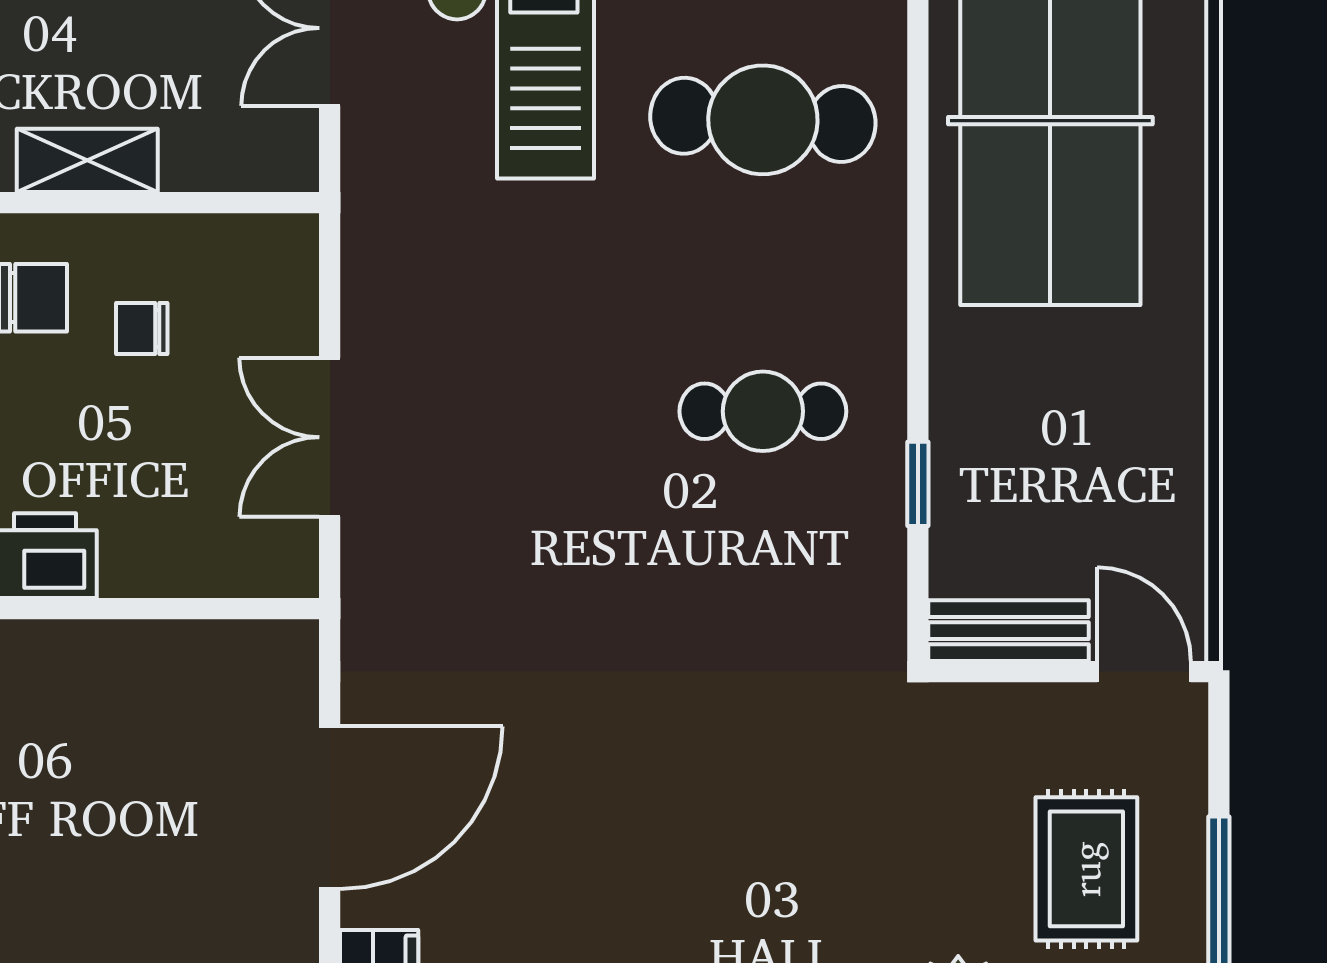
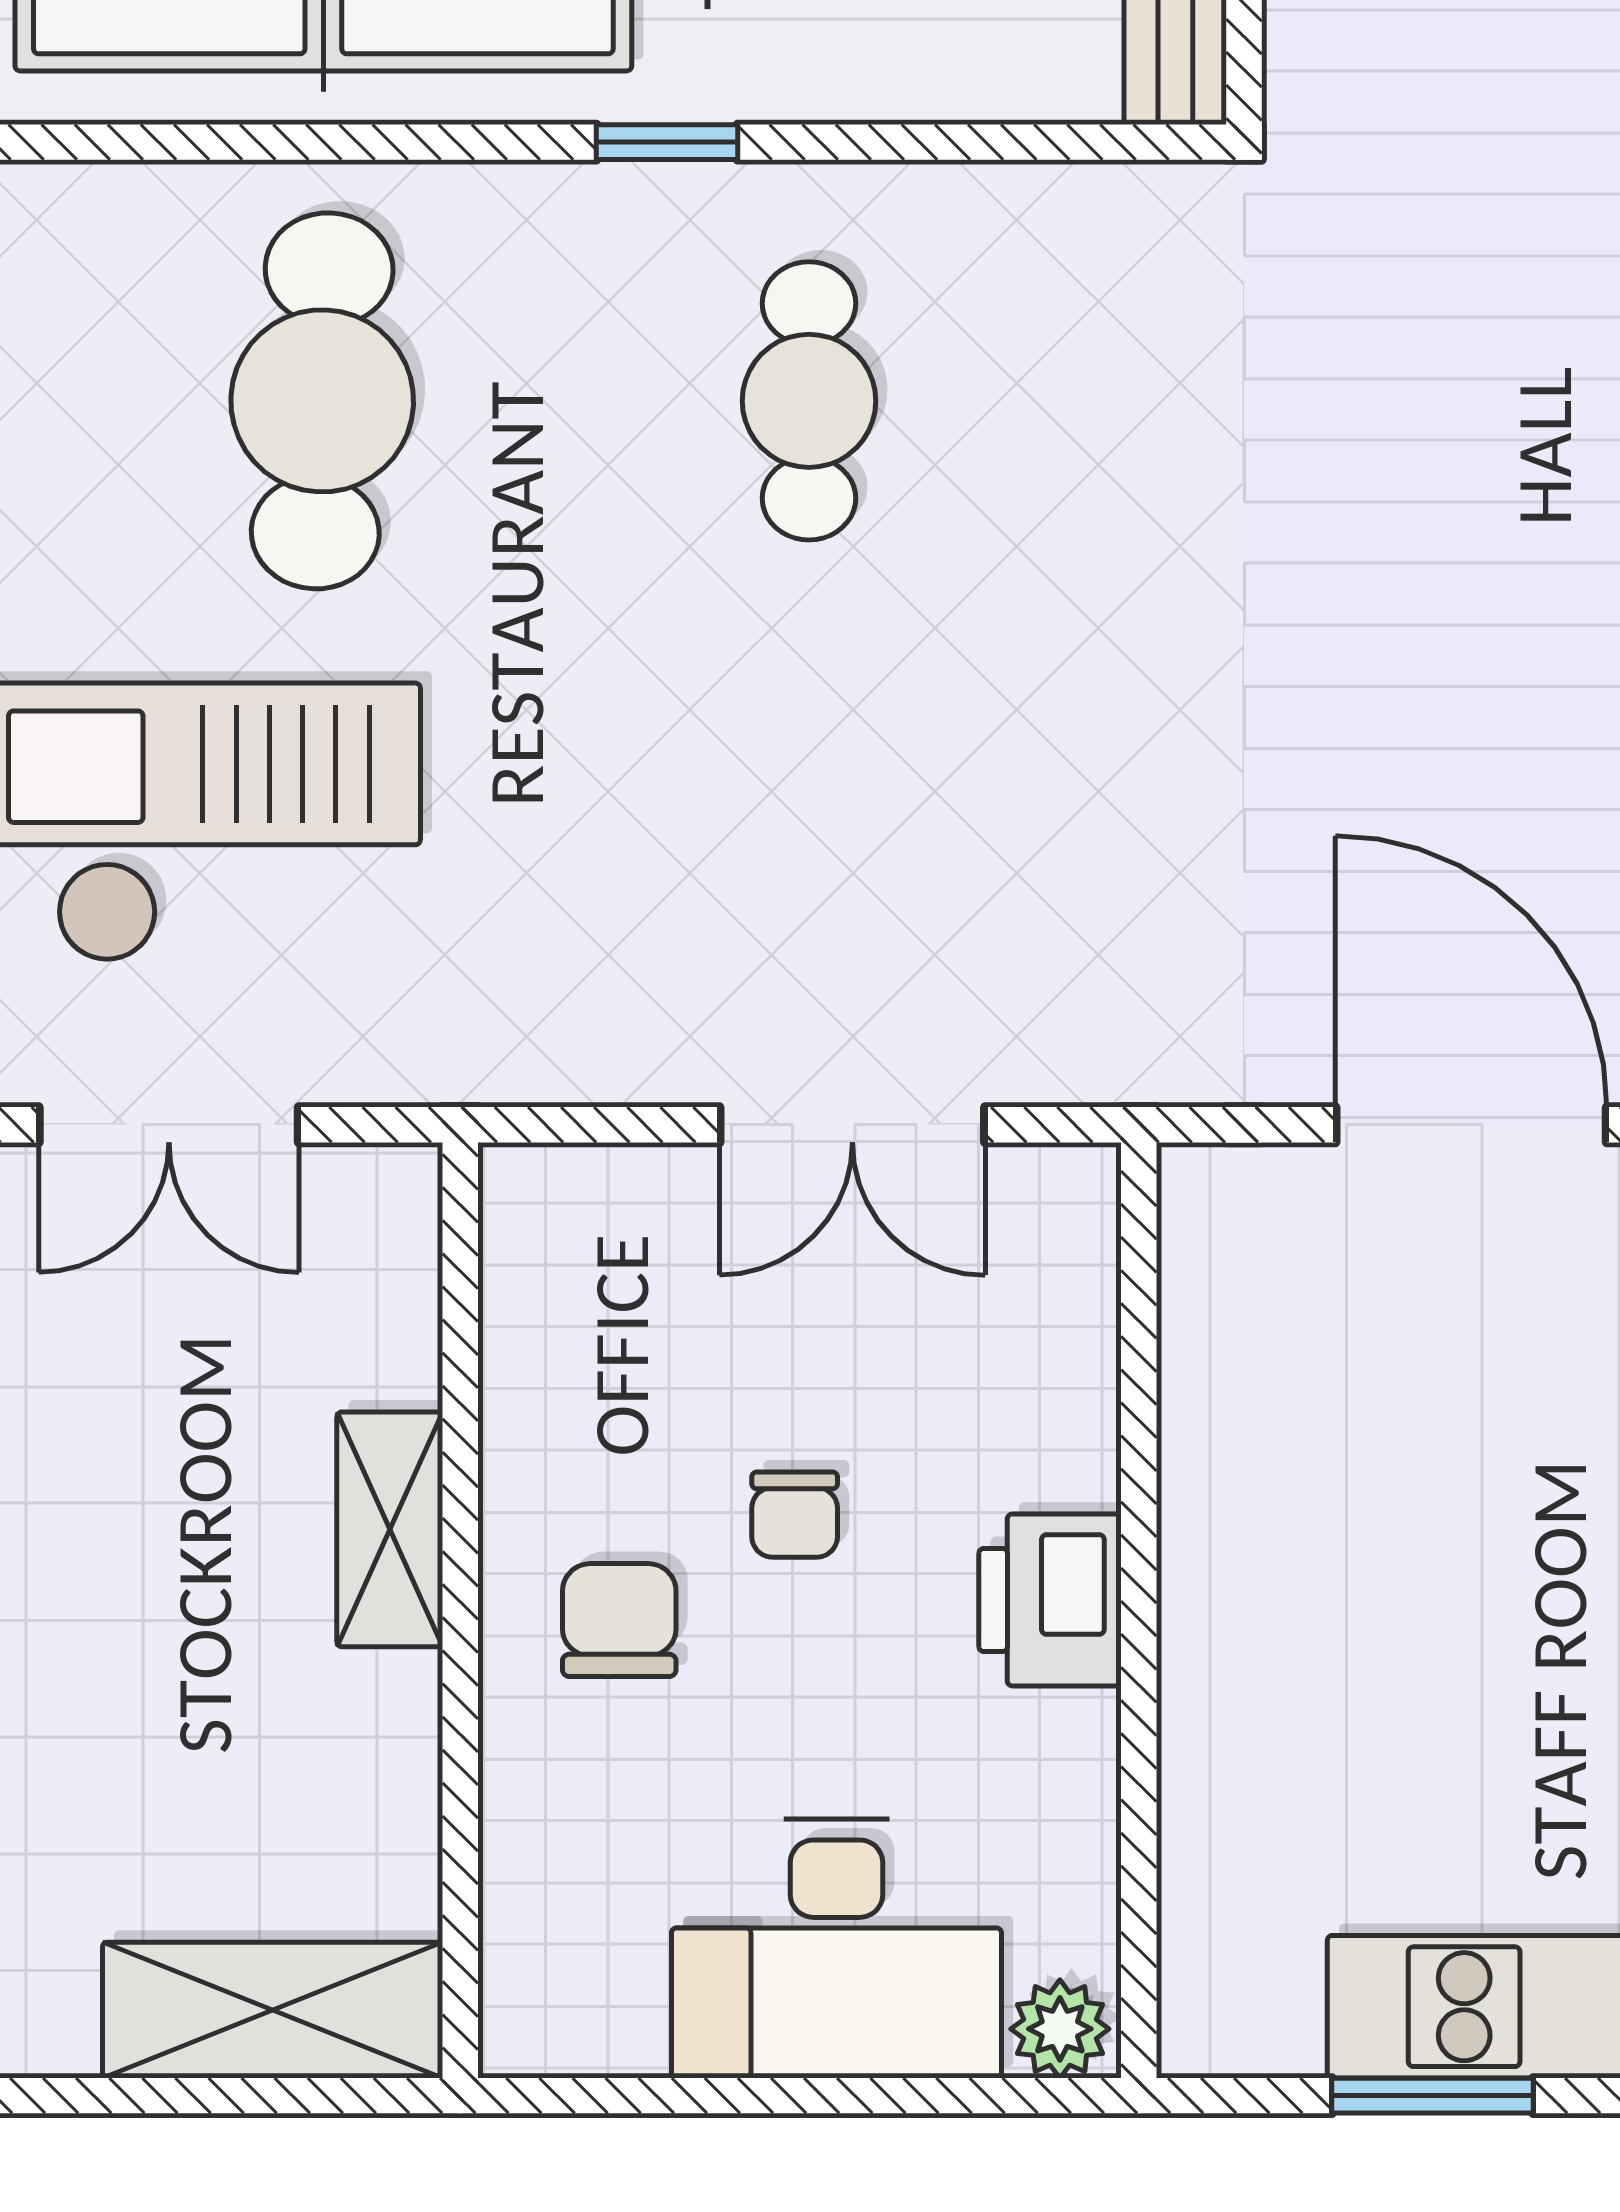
chair: (142, 328) -> (795, 1515), moved
window: (918, 484) -> (667, 142), moved

